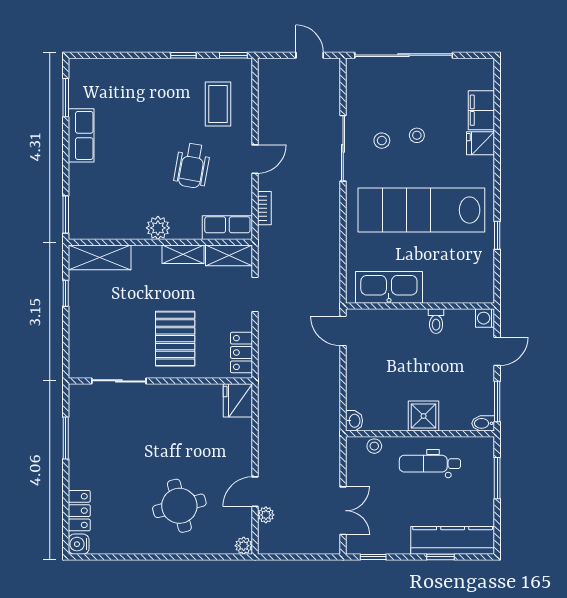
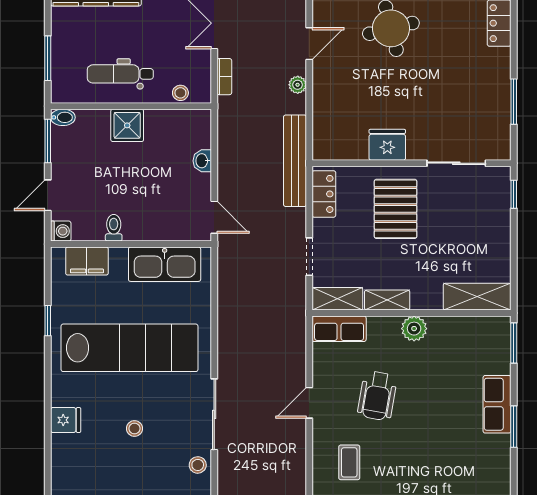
window: (66, 98) -> (514, 427), moved
coffee table: (218, 104) -> (349, 462), width x0.73, depth x0.77
filing cabinet: (481, 110) -> (87, 261), moved, turned 90
row of seats: (81, 135) -> (497, 404), moved
stool: (382, 141) -> (198, 465), moved
wheelchair: (192, 166) -> (377, 396), turned 180
bookcase: (264, 208) -> (224, 77), moved, turned 180
window: (66, 293) -> (514, 194), moved
bench: (268, 383) -> (295, 161), added
fridge: (238, 400) -> (387, 145), moved, turned -90
washbasin: (354, 421) -> (202, 161), moved
dental chair: (430, 464) -> (120, 74), turned 180
plant: (266, 515) -> (298, 85), moved

